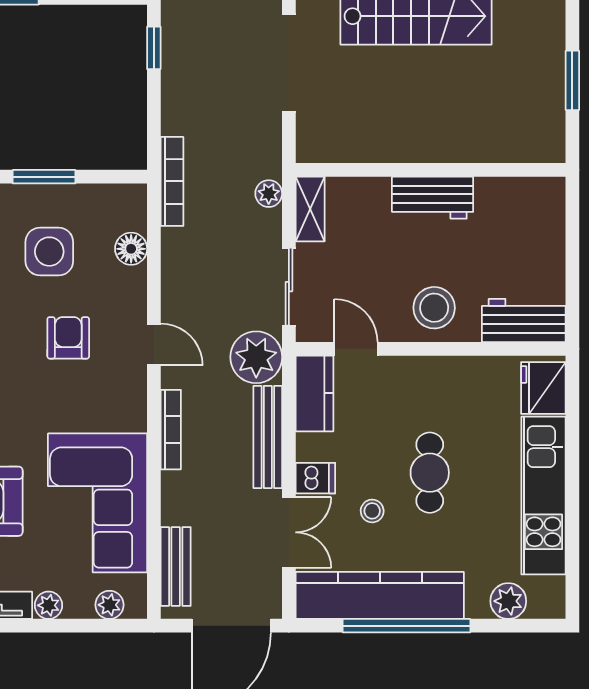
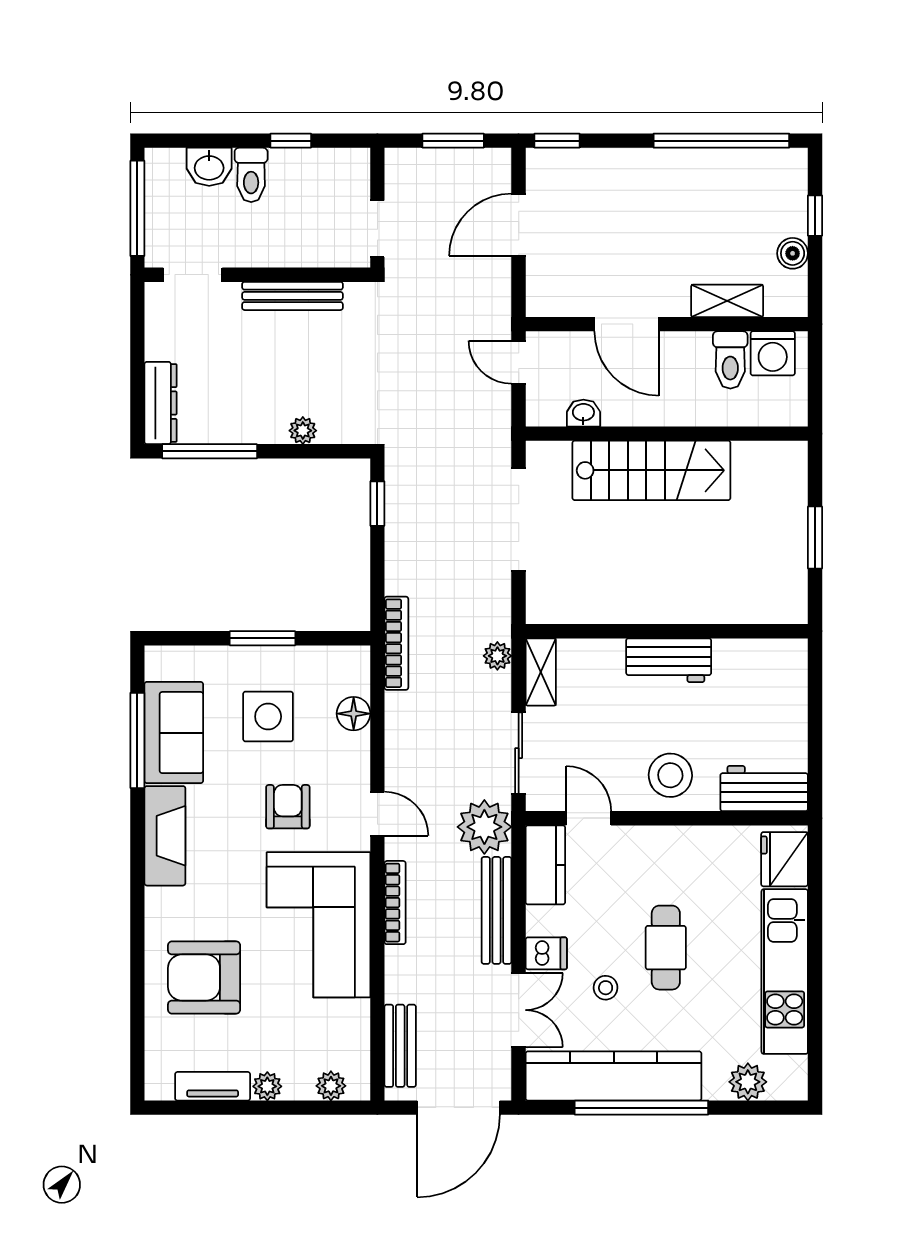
corner sofa: (98, 503) -> (318, 925), moved

